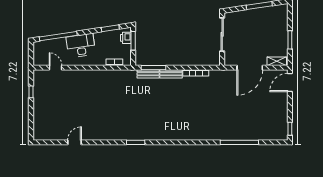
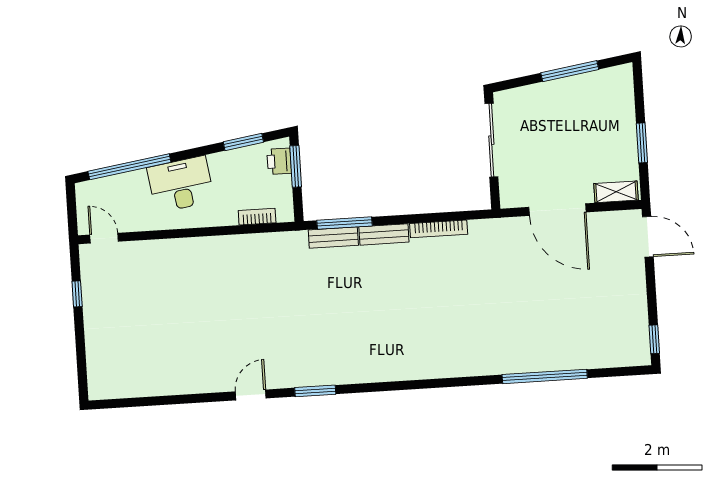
door: (56, 68) -> (104, 238), moved
door: (250, 68) -> (557, 210), hinge flipped
door: (290, 82) -> (648, 237), swing flipped
door: (75, 142) -> (251, 395), moved

